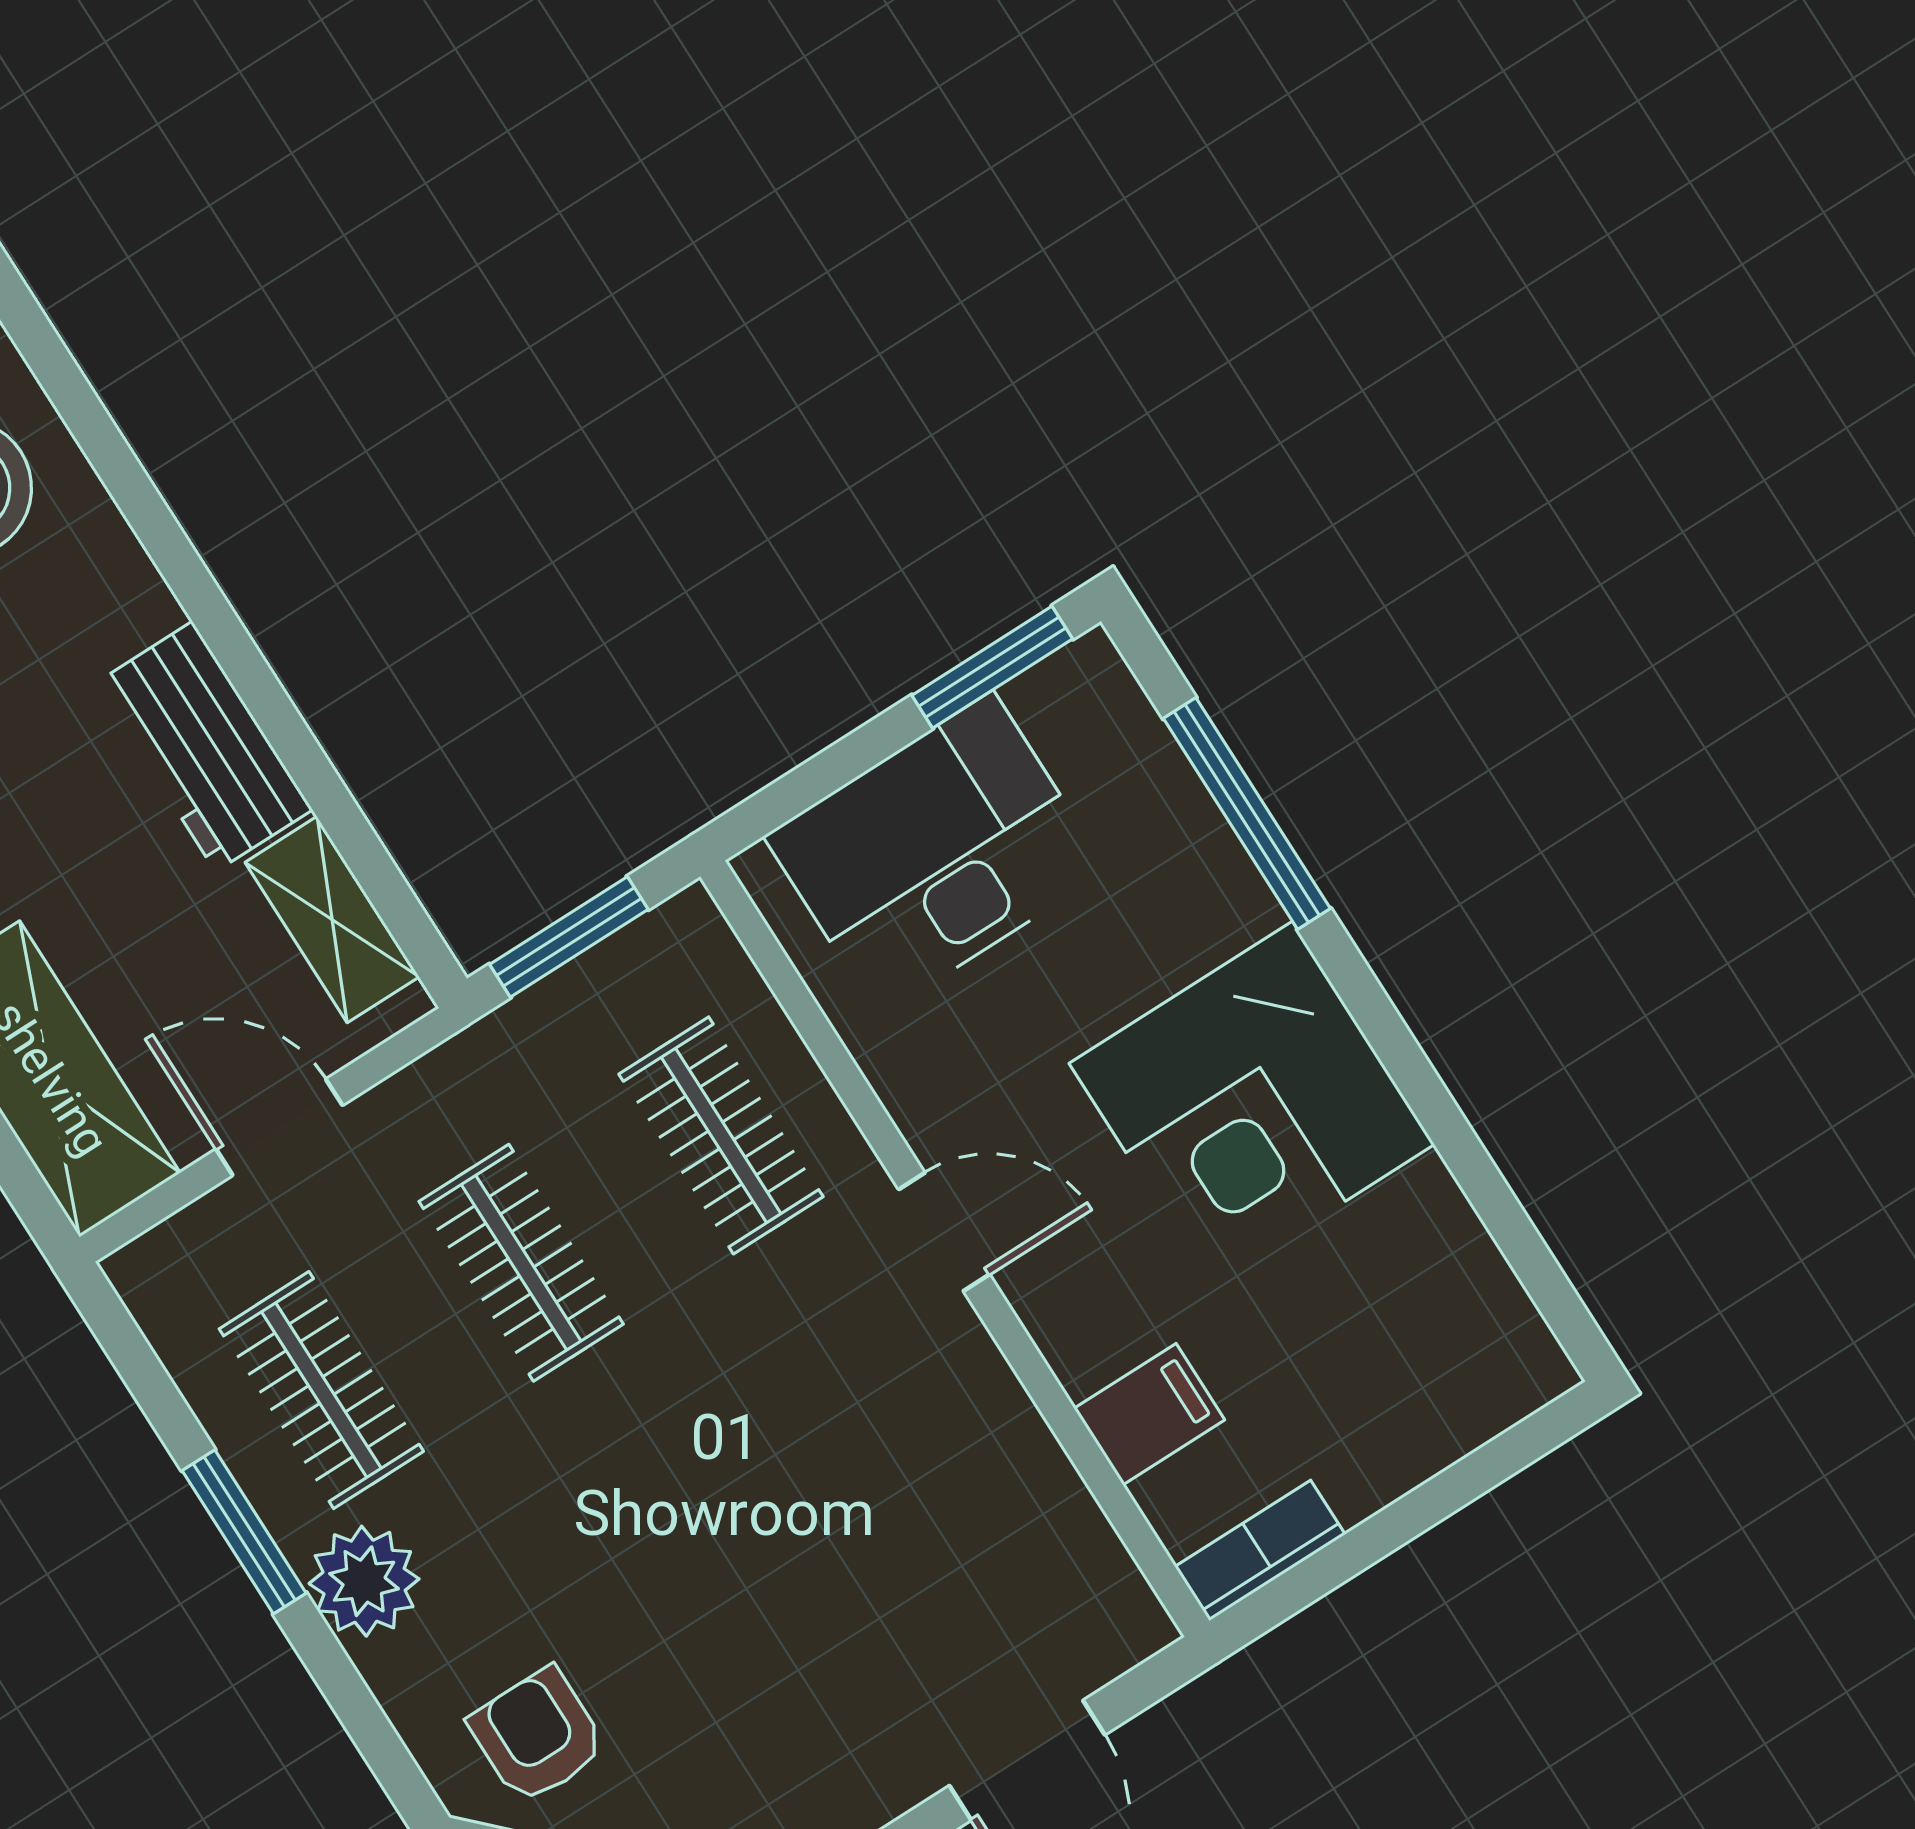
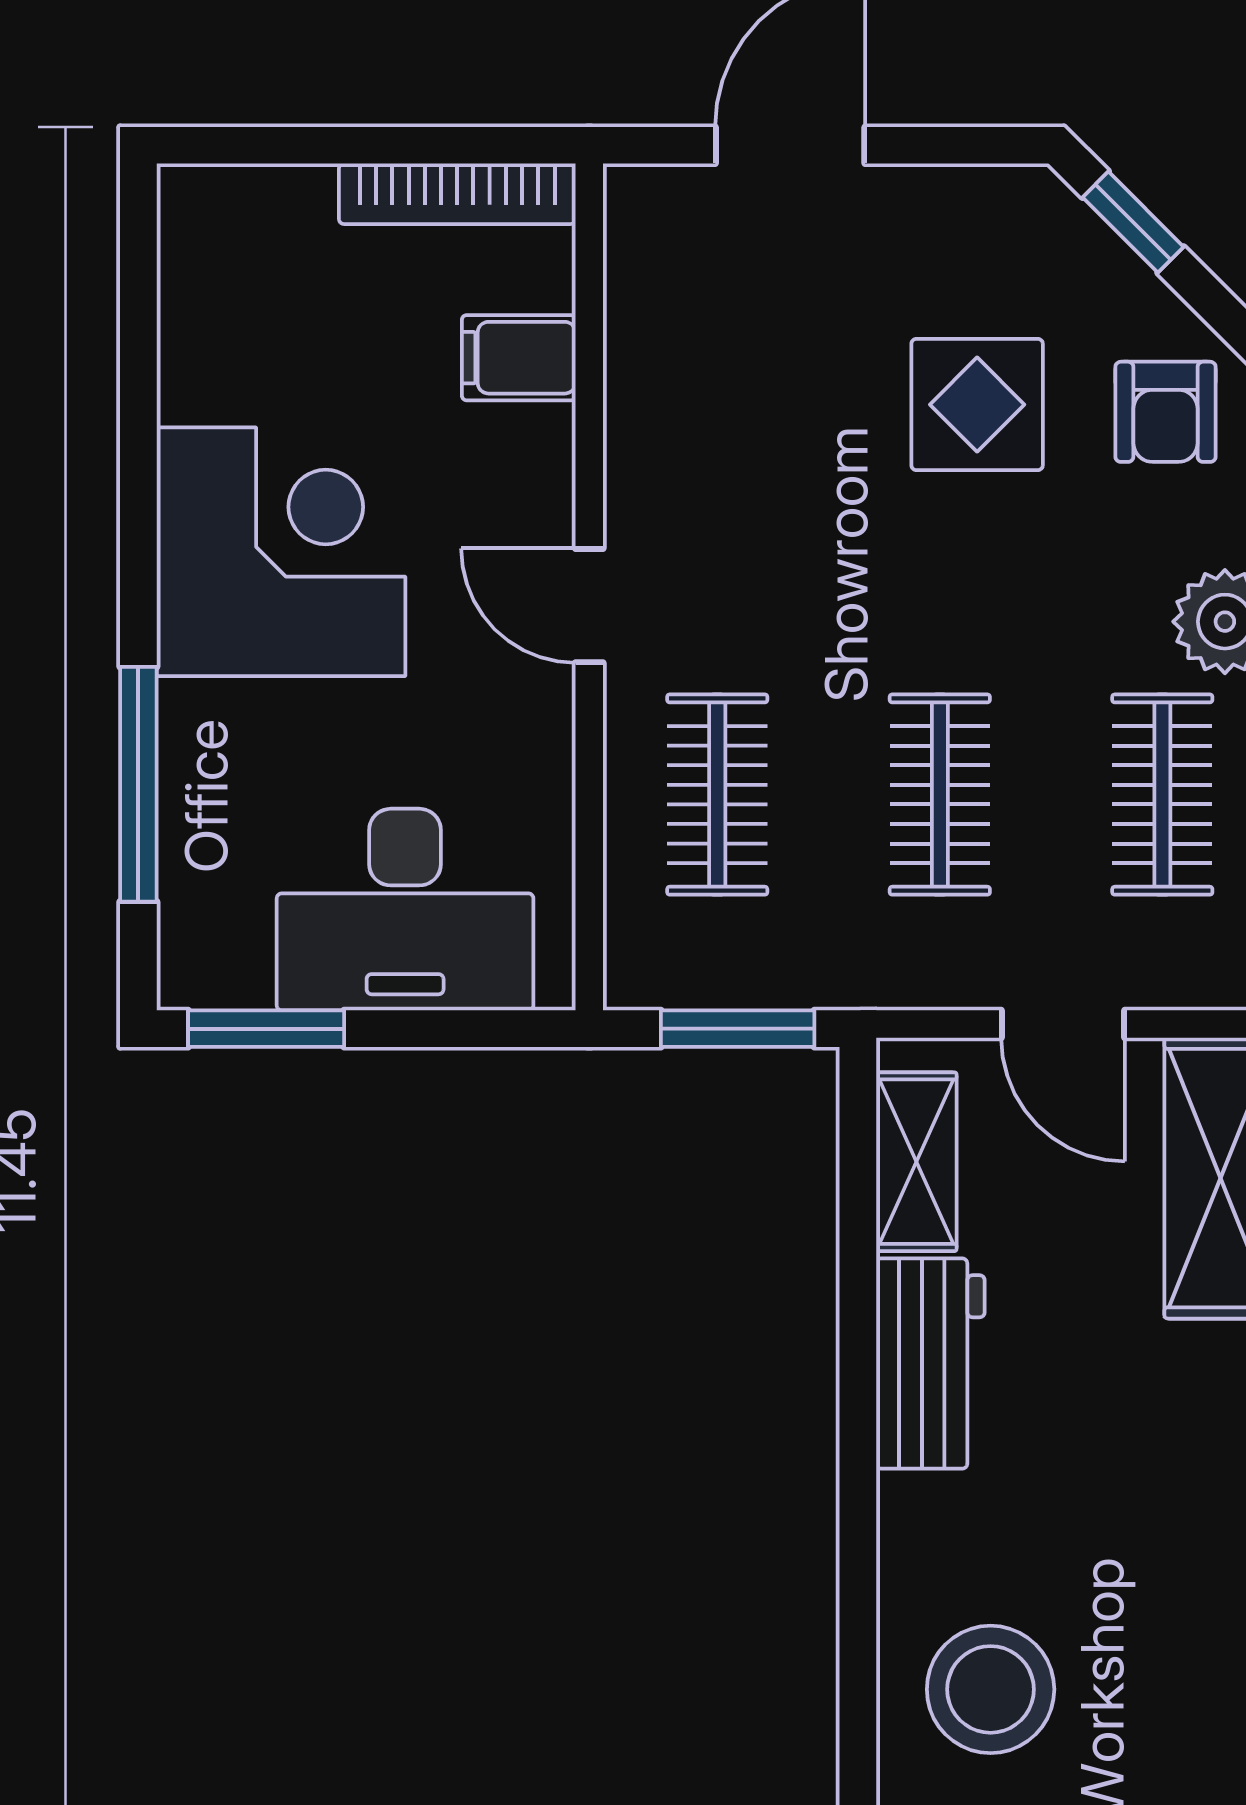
bookcase: (1260, 1551) -> (457, 194), width x1.56
display table: (711, 1634) -> (977, 405), added

